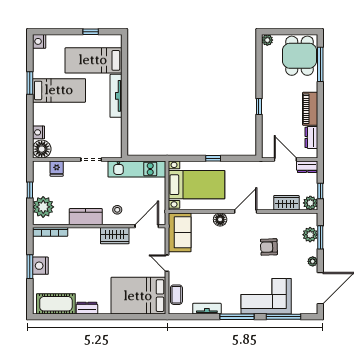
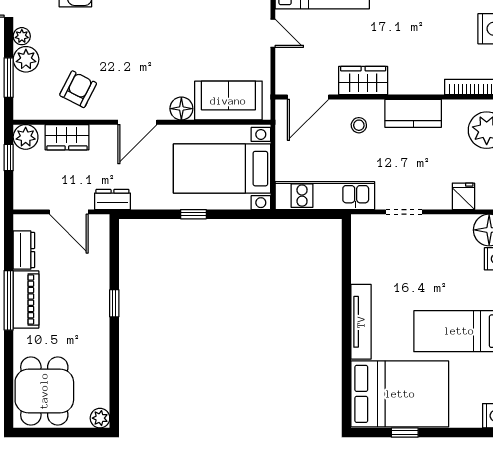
bed: (93, 60) -> (400, 394), width x1.50
window: (320, 64) -> (9, 300), moved
dresser: (307, 167) -> (112, 200), moved
sofa: (180, 232) -> (228, 101), moved, turned 90
plant: (310, 235) -> (26, 59), moved
armchair: (269, 247) -> (78, 89), moved, turned -61

